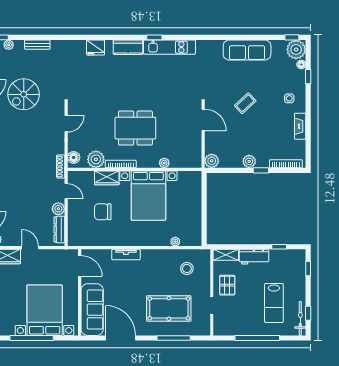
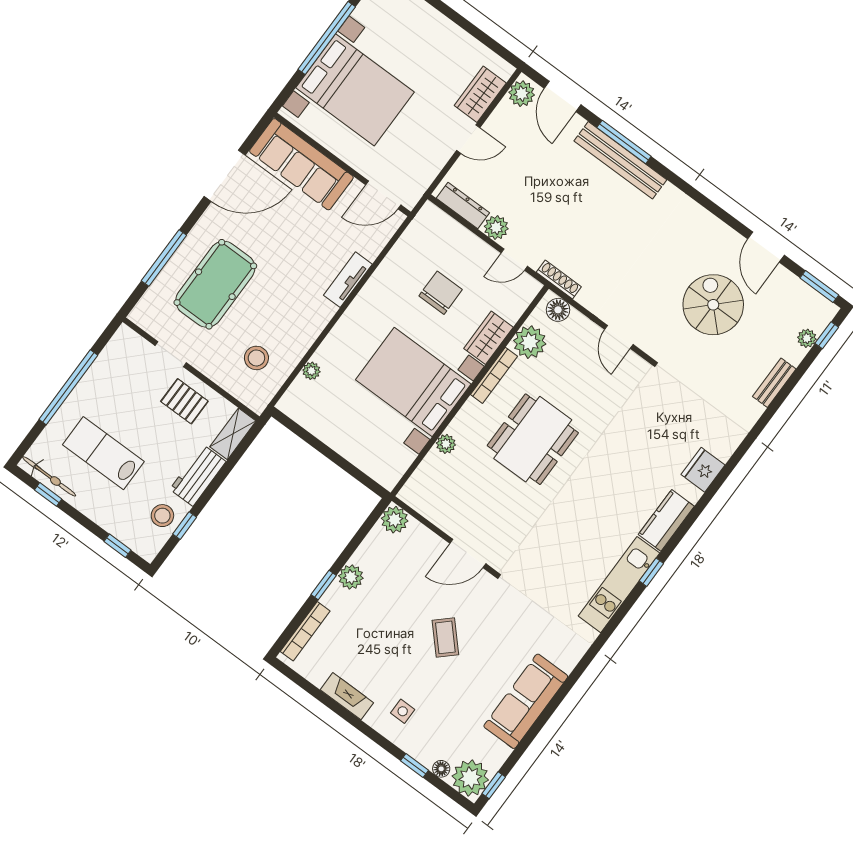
stool: (282, 259) -> (162, 516), added

